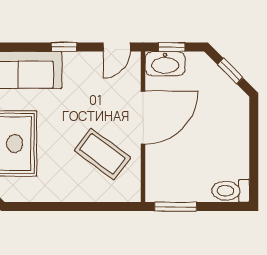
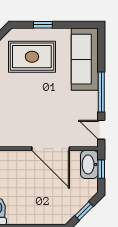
window: (64, 47) -> (101, 92), width x2.17
coffee table: (102, 154) -> (25, 120), removed

